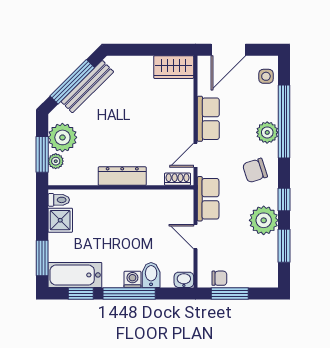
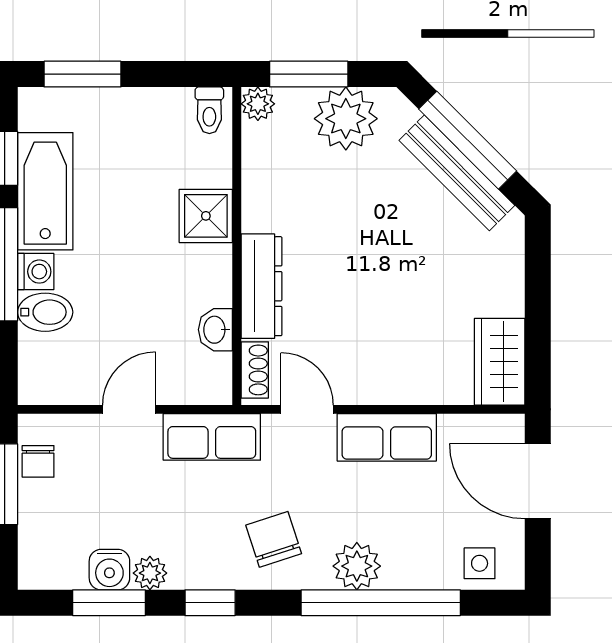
plant: (56, 161) -> (258, 104), moved
dresser: (122, 176) -> (262, 286), moved
shower: (60, 220) -> (206, 216), moved
plant: (264, 220) -> (150, 573), width x0.53, depth x0.53
water cooler: (269, 246) -> (109, 570), added
bathtub: (75, 275) -> (45, 191), moved
washbasin: (184, 280) -> (215, 330), moved, turned 180

